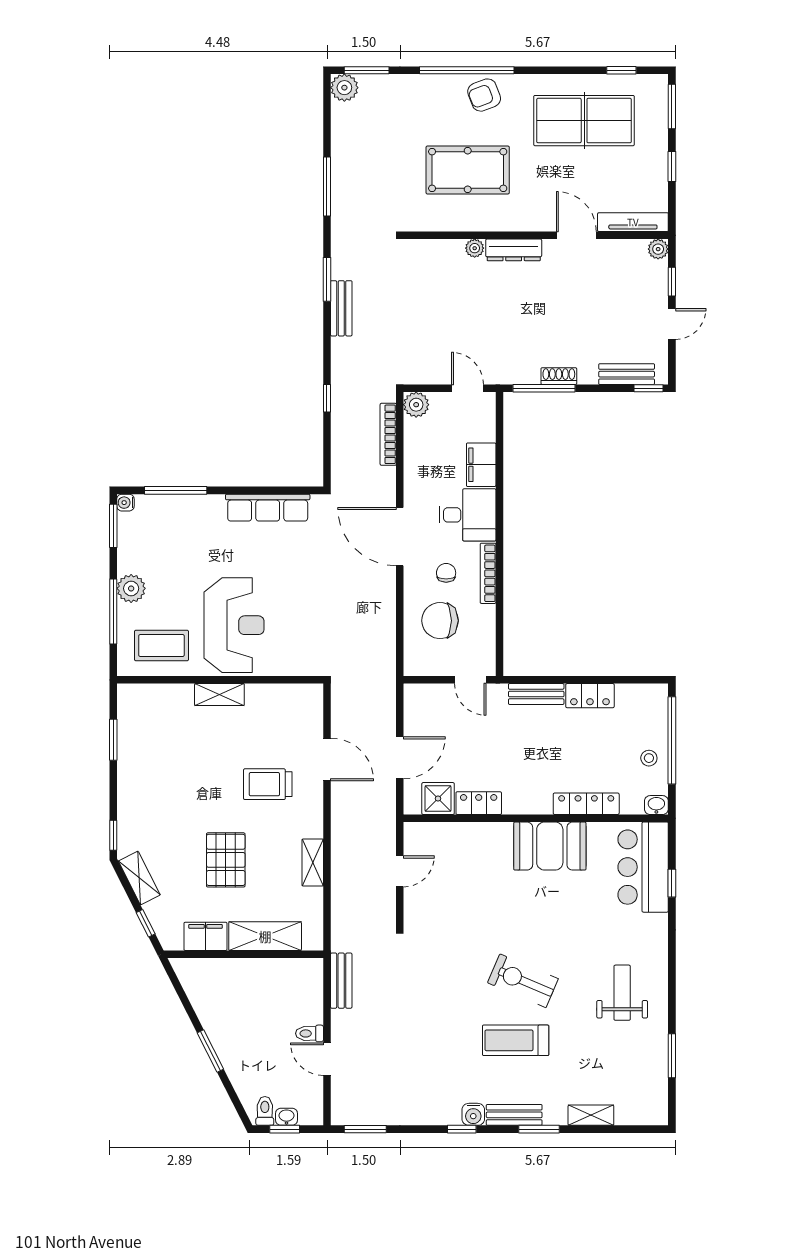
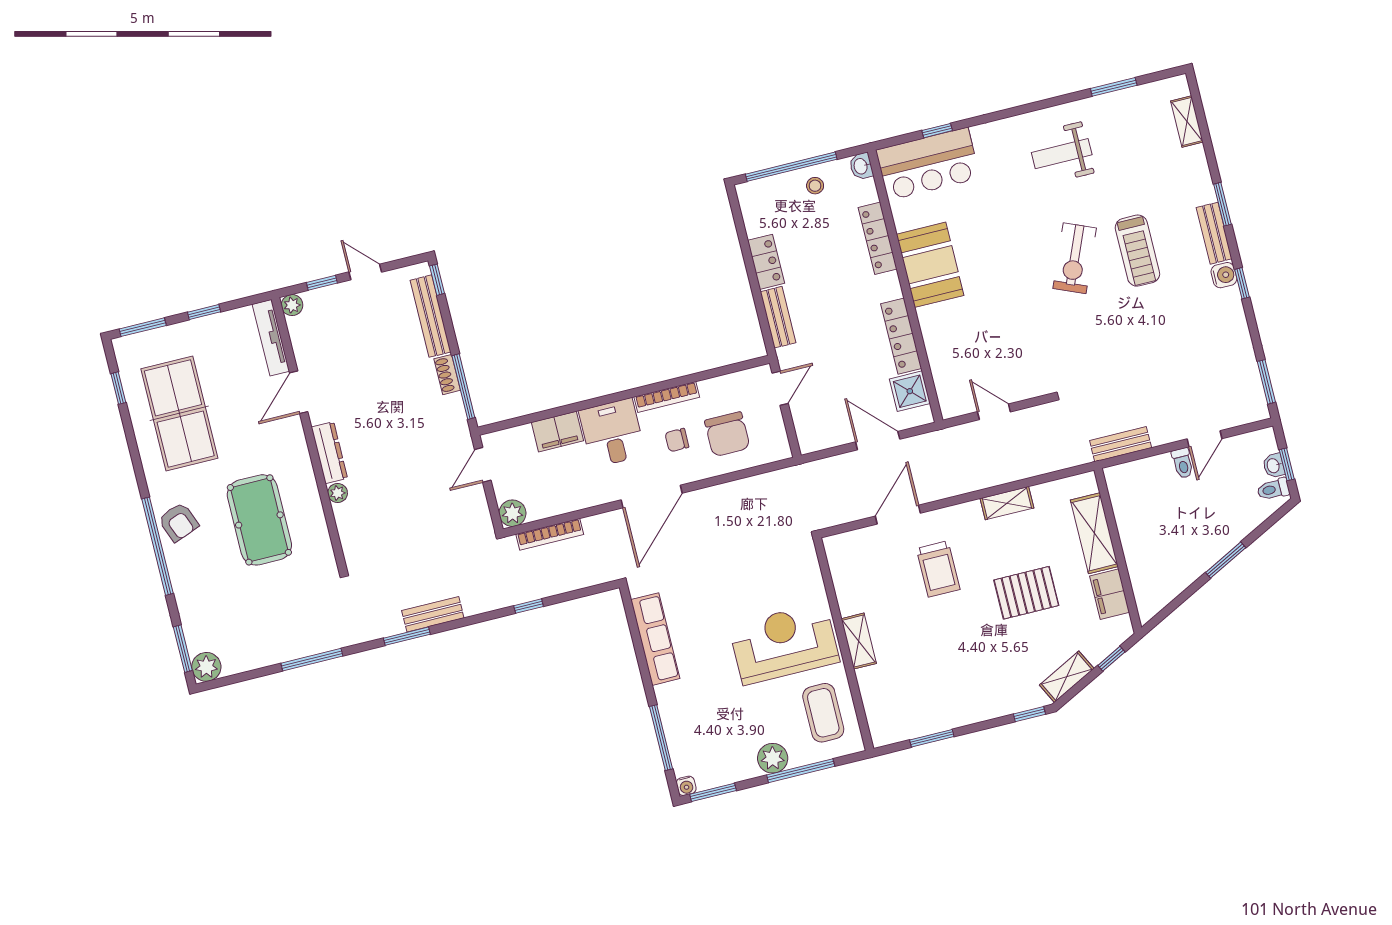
bench: (627, 374) -> (430, 316), width x1.36
locker: (479, 803) -> (901, 336), width x1.53
shelving: (591, 1115) -> (1187, 121), moved

